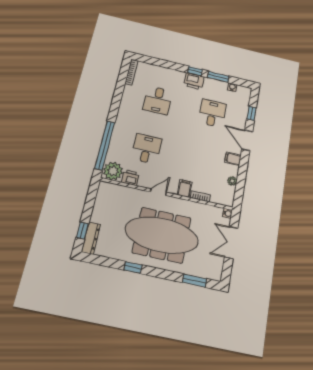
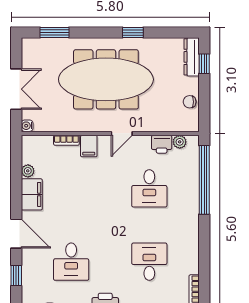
filing cabinet: (233, 159) -> (32, 194), width x2.00
plant: (113, 171) -> (180, 142), width x0.53, depth x0.53
chair: (101, 204) -> (190, 102), added

